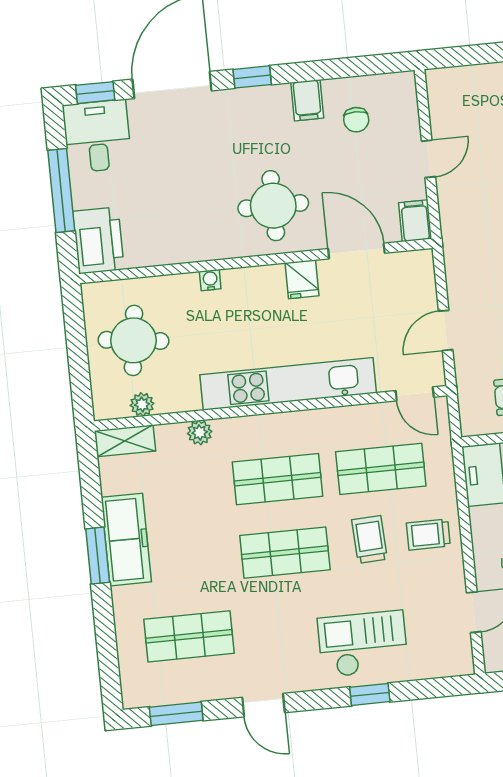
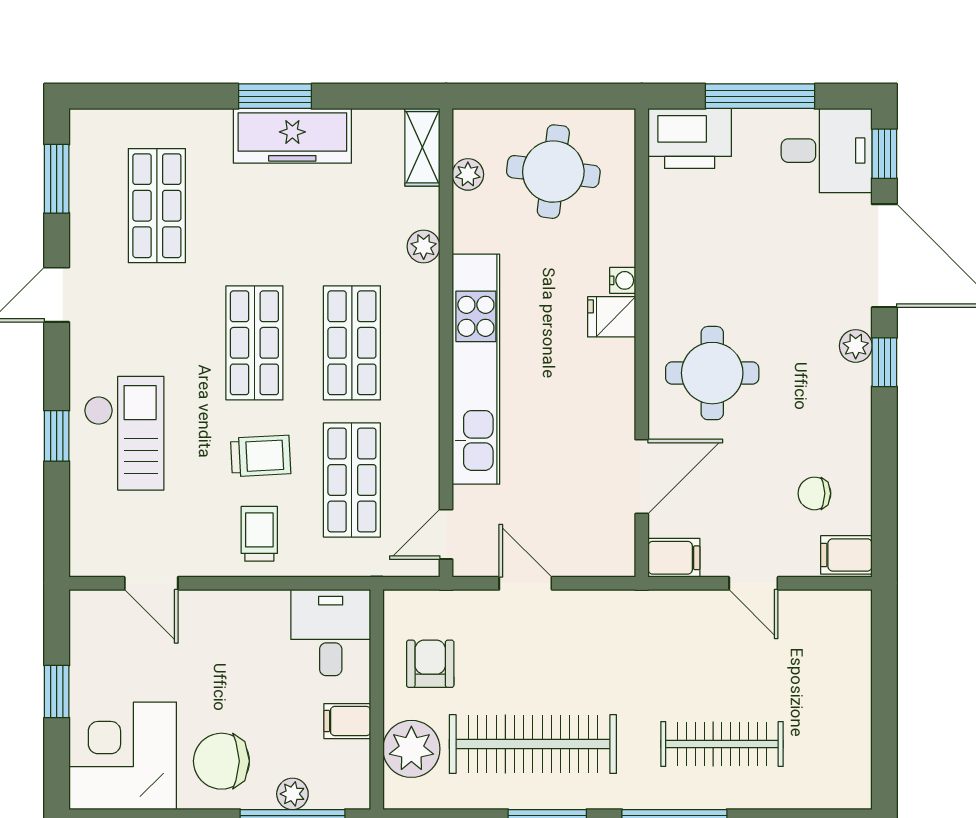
plant: (242, 100) -> (856, 346), added
filing cabinet: (307, 100) -> (846, 555), moved
fridge: (302, 279) -> (612, 317), moved

